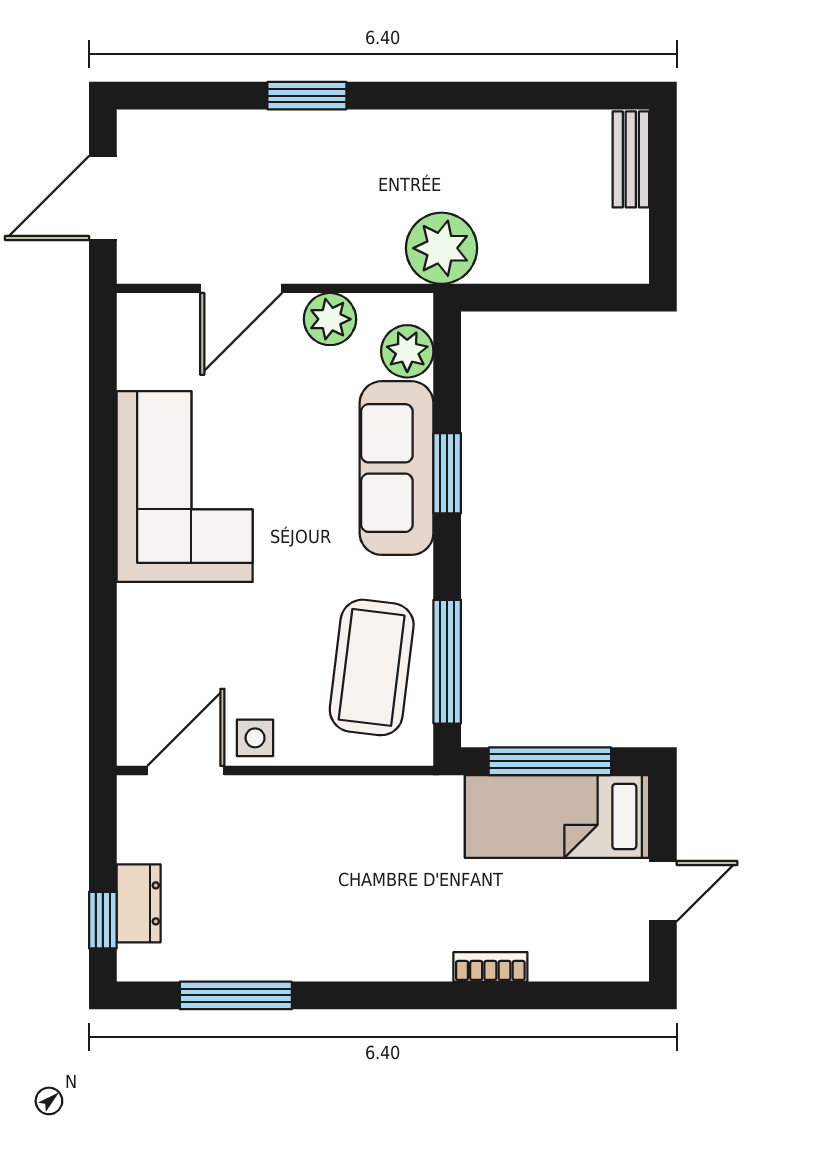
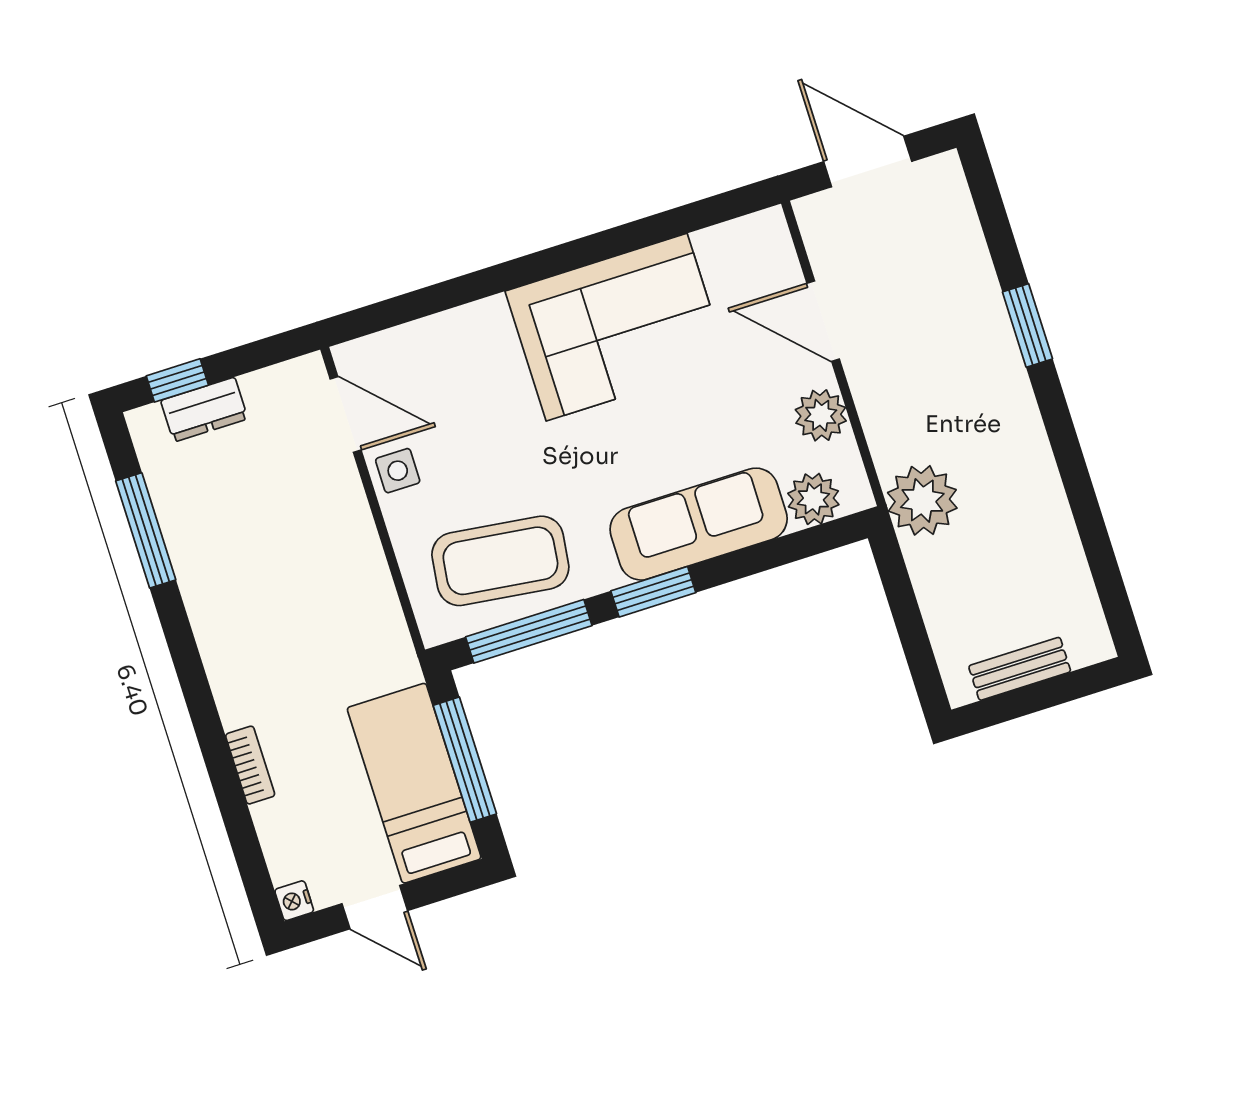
bench: (631, 159) -> (1020, 669), moved
window: (447, 473) -> (653, 592), moved
nightstand: (633, 966) -> (294, 901), added

